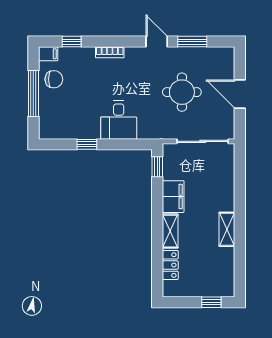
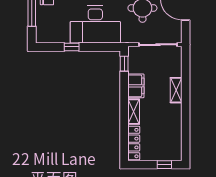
desk: (119, 120) -> (95, 24), width x1.87, depth x1.30
shelving: (227, 229) -> (176, 90), moved
locker: (170, 265) -> (134, 143), width x1.53

